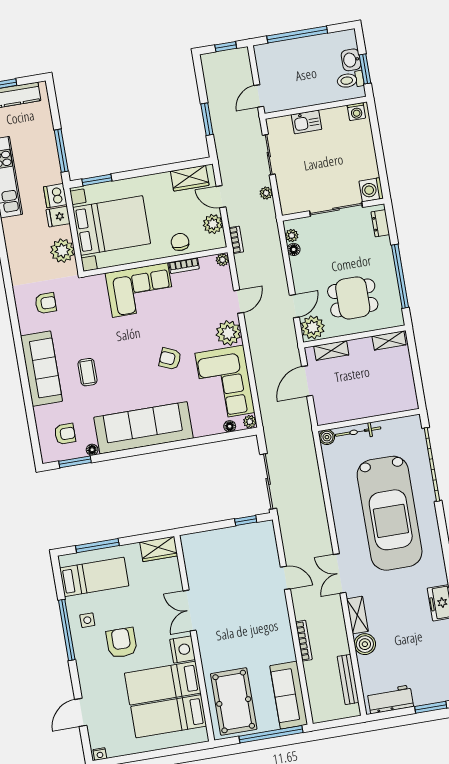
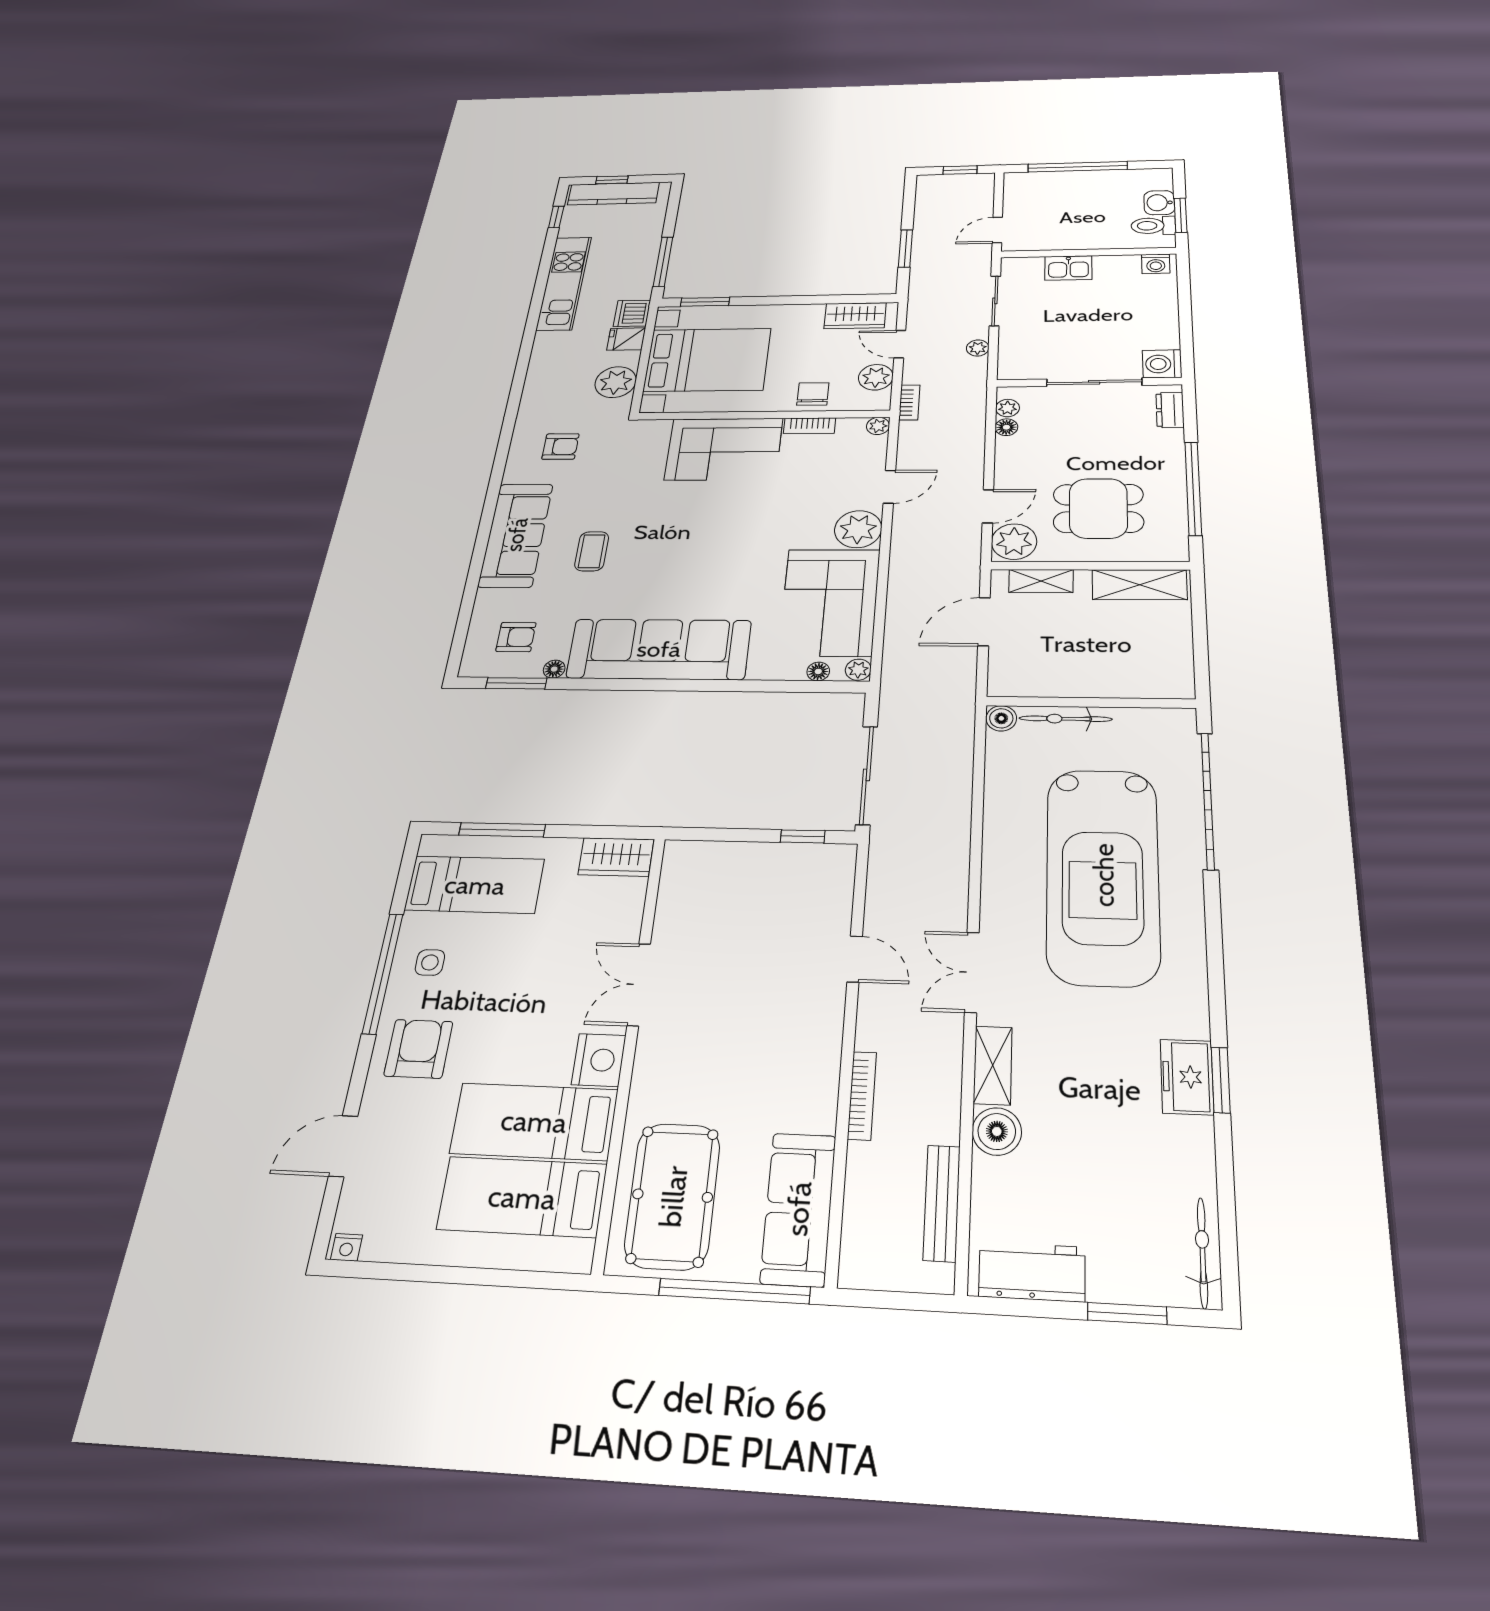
shelving: (389, 340) -> (1139, 585), width x1.50, depth x1.33
armchair: (170, 359) -> (742, 552), removed
armchair: (121, 643) -> (418, 1049), moved

